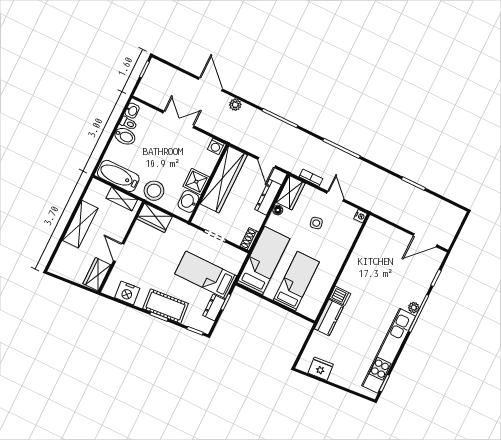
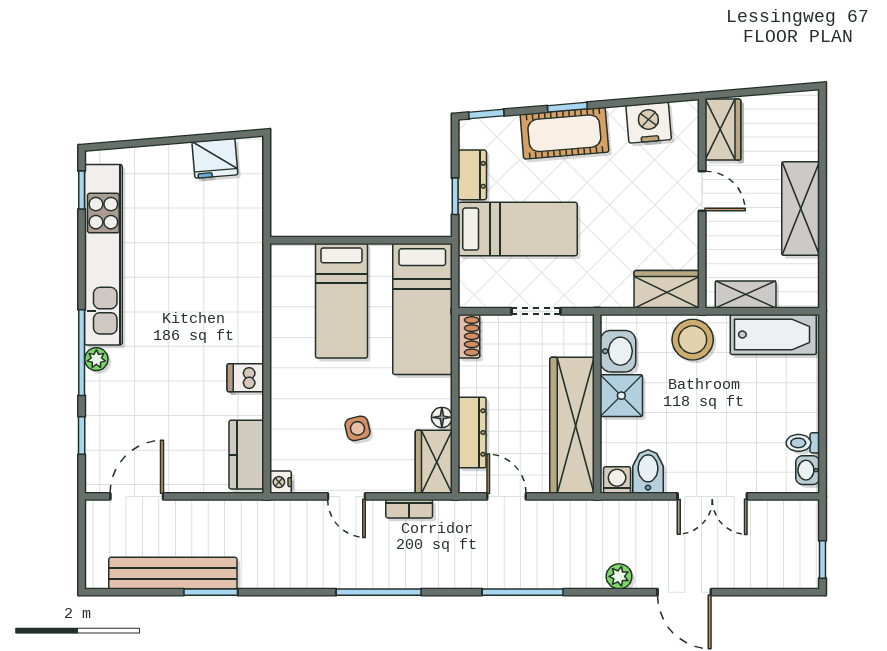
bidet: (125, 136) -> (648, 471), moved, turned 90
bench: (426, 200) -> (173, 573), added
dishwasher: (340, 296) -> (245, 378), moved
kitchen counter: (329, 318) -> (246, 455), moved

